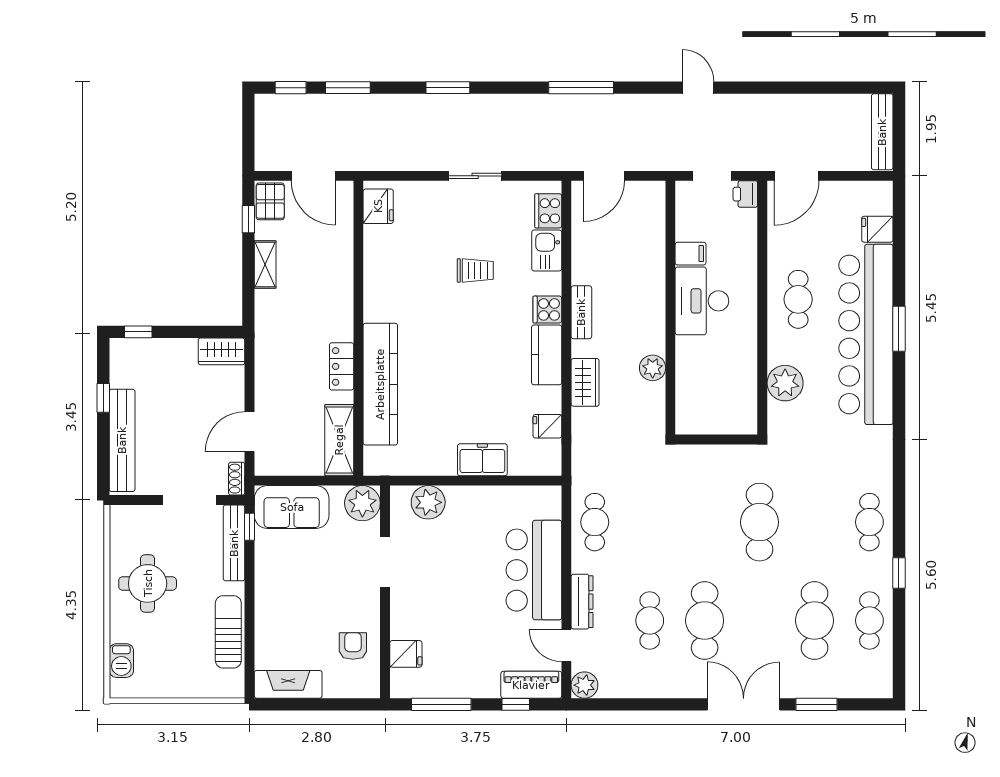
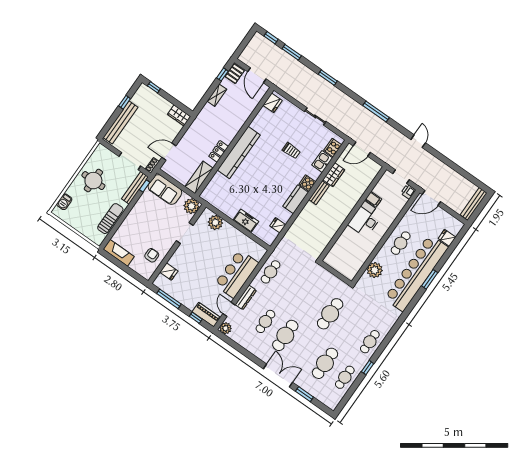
plant: (653, 368) -> (331, 231), removed
wardrobe: (585, 382) -> (334, 175), moved
kitchen counter: (380, 384) -> (239, 153), moved

